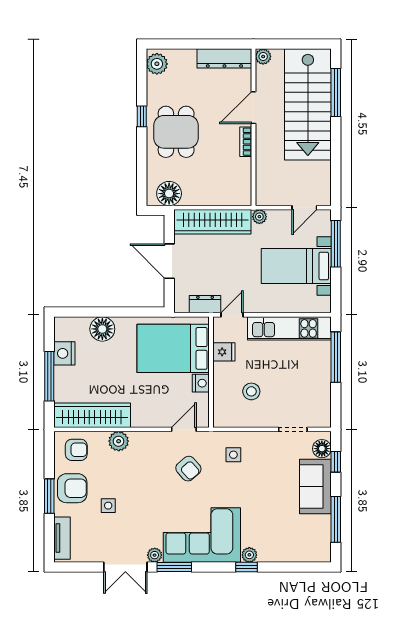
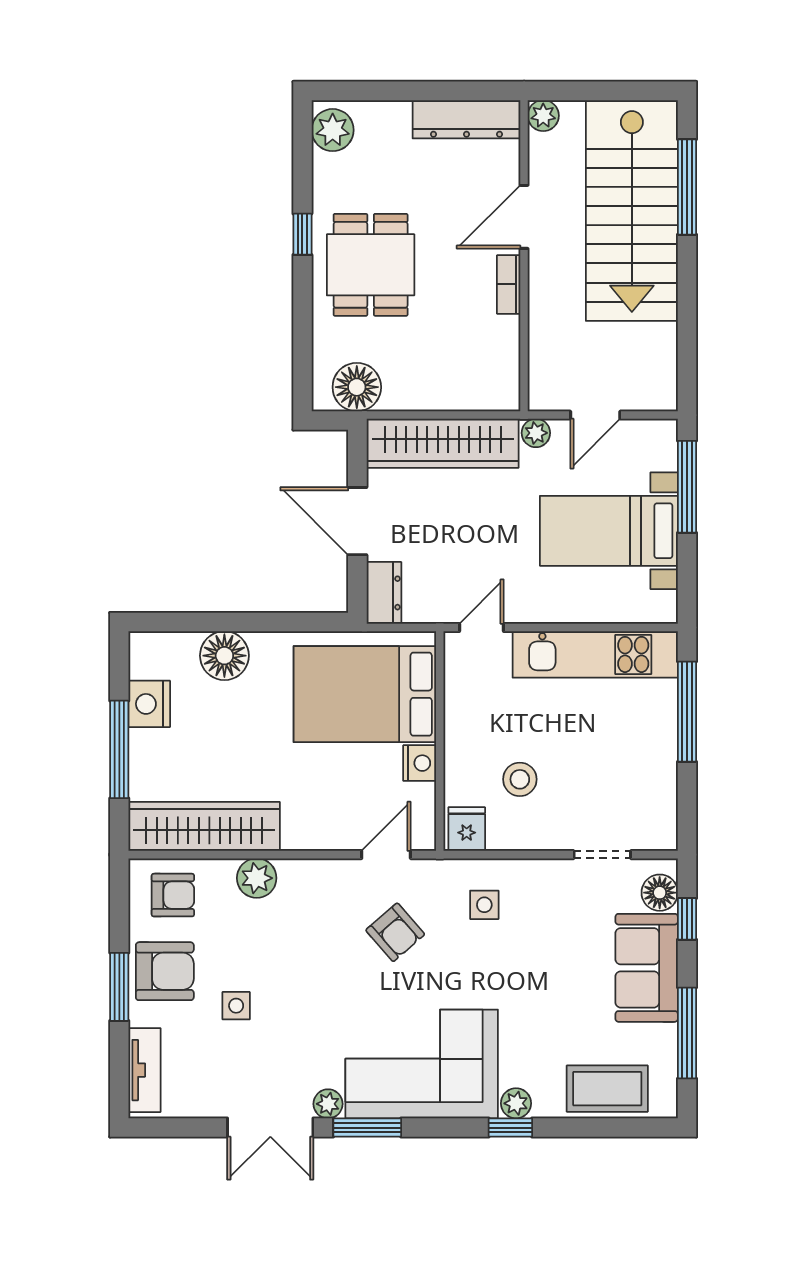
door: (304, 208) -> (595, 415), moved
dresser: (205, 304) -> (384, 593), moved, turned 90
fridge: (224, 352) -> (467, 829), moved, turned -90
coffee table: (295, 547) -> (607, 1089), added

